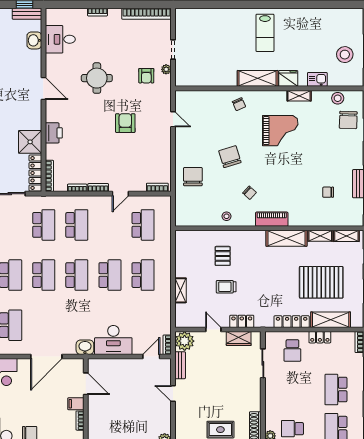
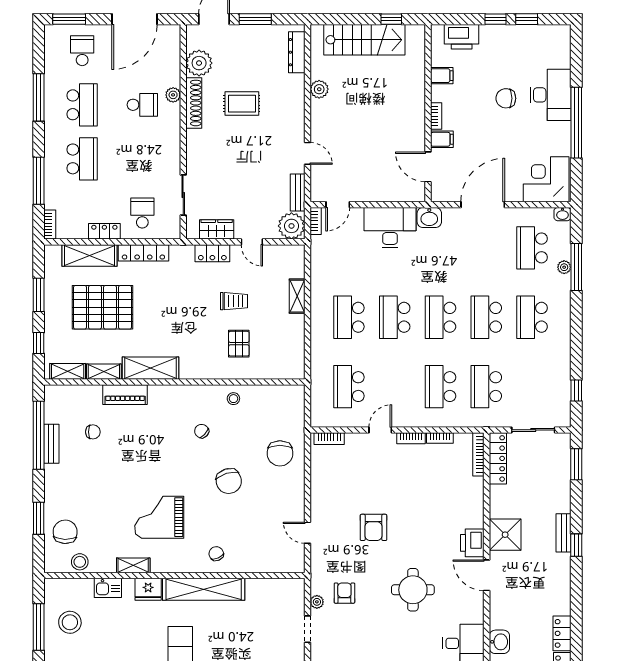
shelving: (258, 78) -> (204, 589), width x1.47
printer: (54, 133) -> (472, 543), moved
shower: (30, 142) -> (505, 535), moved
piano: (272, 219) -> (125, 395), moved

